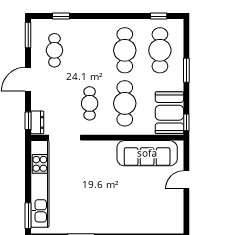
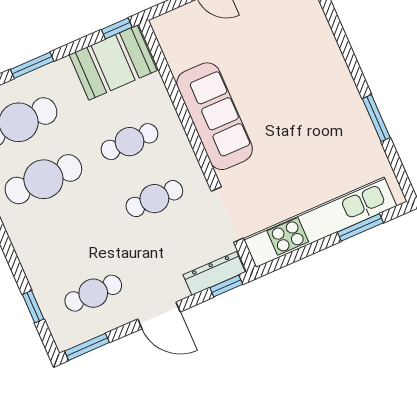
cafe table: (125, 103) -> (130, 142), width x0.73, depth x0.74
dresser: (37, 122) -> (214, 273), width x1.44
sofa: (147, 153) -> (215, 116), moved
window: (28, 216) -> (360, 227), moved

